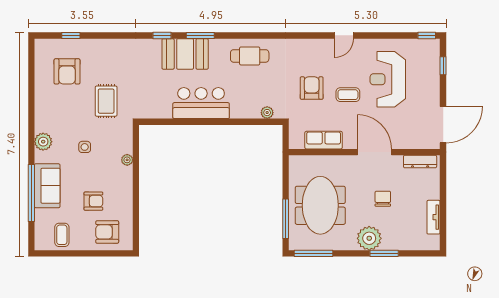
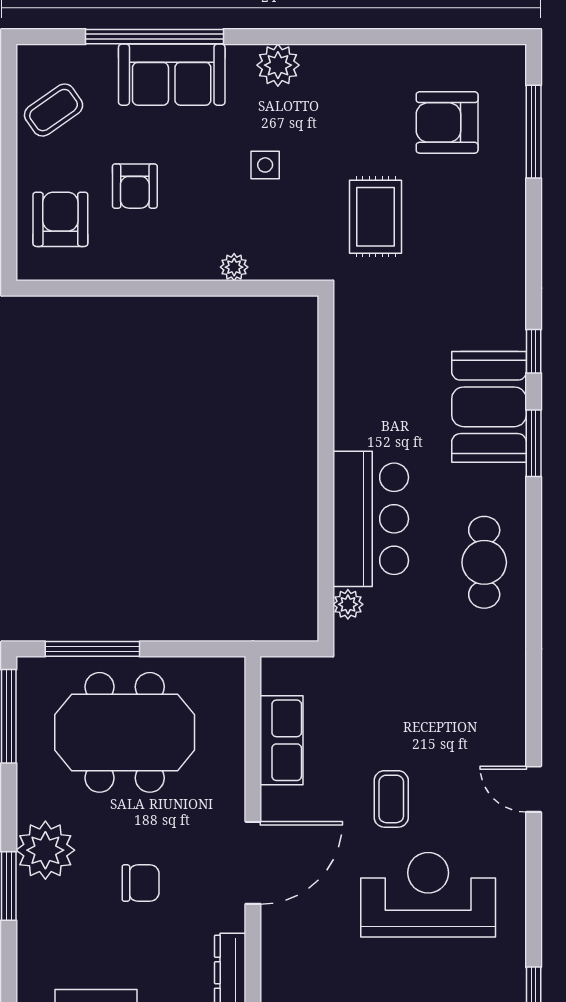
window: (71, 35) -> (534, 132), width x2.17
armchair: (312, 88) -> (407, 712), removed
rug: (106, 101) -> (376, 217), turned 90
bar counter: (201, 103) -> (371, 519), moved
coffee table: (62, 235) -> (54, 110), turned -35

